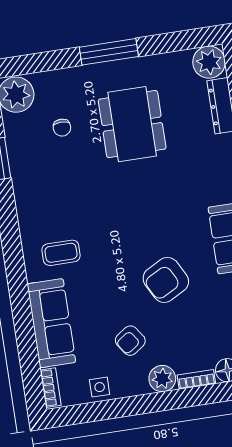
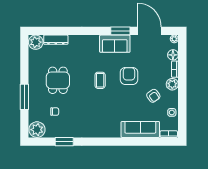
window: (109, 52) -> (24, 97), moved
dining table: (132, 124) -> (58, 80), width x0.73
coffee table: (61, 253) -> (100, 80), moved
armchair: (166, 280) -> (129, 76), turned -152

